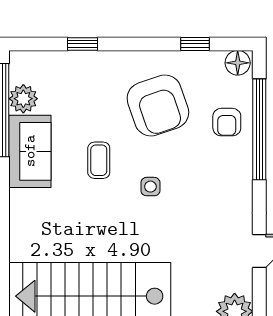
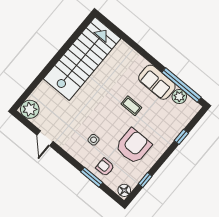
armchair: (158, 106) -> (133, 146), turned 109
window: (259, 129) -> (92, 177), width x0.47
side table: (150, 187) -> (94, 140), moved

